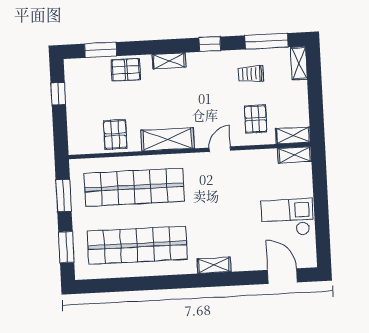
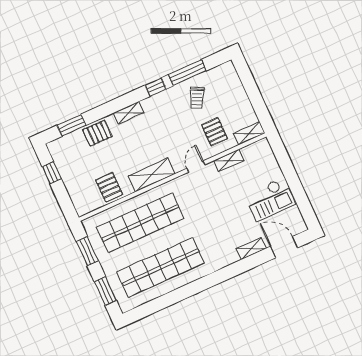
window: (266, 41) -> (187, 73), moved
shelving: (299, 63) -> (232, 74), removed
trolley: (251, 74) -> (197, 98), turned -63
shelving: (295, 155) -> (229, 161), moved
checkout: (287, 218) -> (270, 200), turned 180
shelving: (214, 265) -> (251, 249), moved

